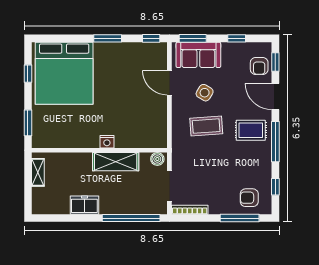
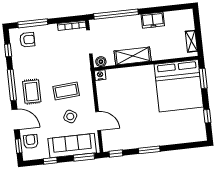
sofa: (198, 55) -> (72, 146), width x1.36
bed: (64, 73) -> (179, 86), moved, turned 180
rug: (251, 130) -> (32, 92), turned 90
nightstand: (107, 142) -> (100, 75), moved

